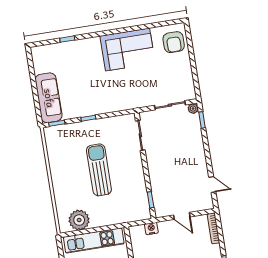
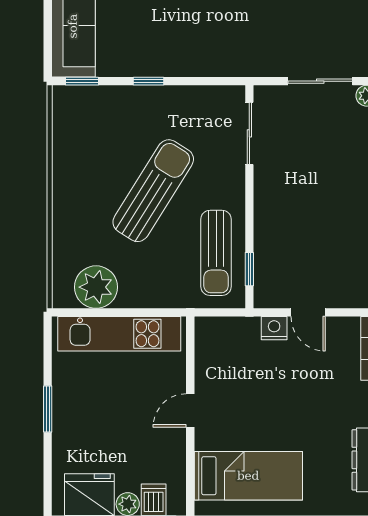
sun lounger: (99, 170) -> (153, 191), turned 32
sun lounger: (134, 195) -> (216, 253), added
nightstand: (151, 228) -> (274, 328), moved

